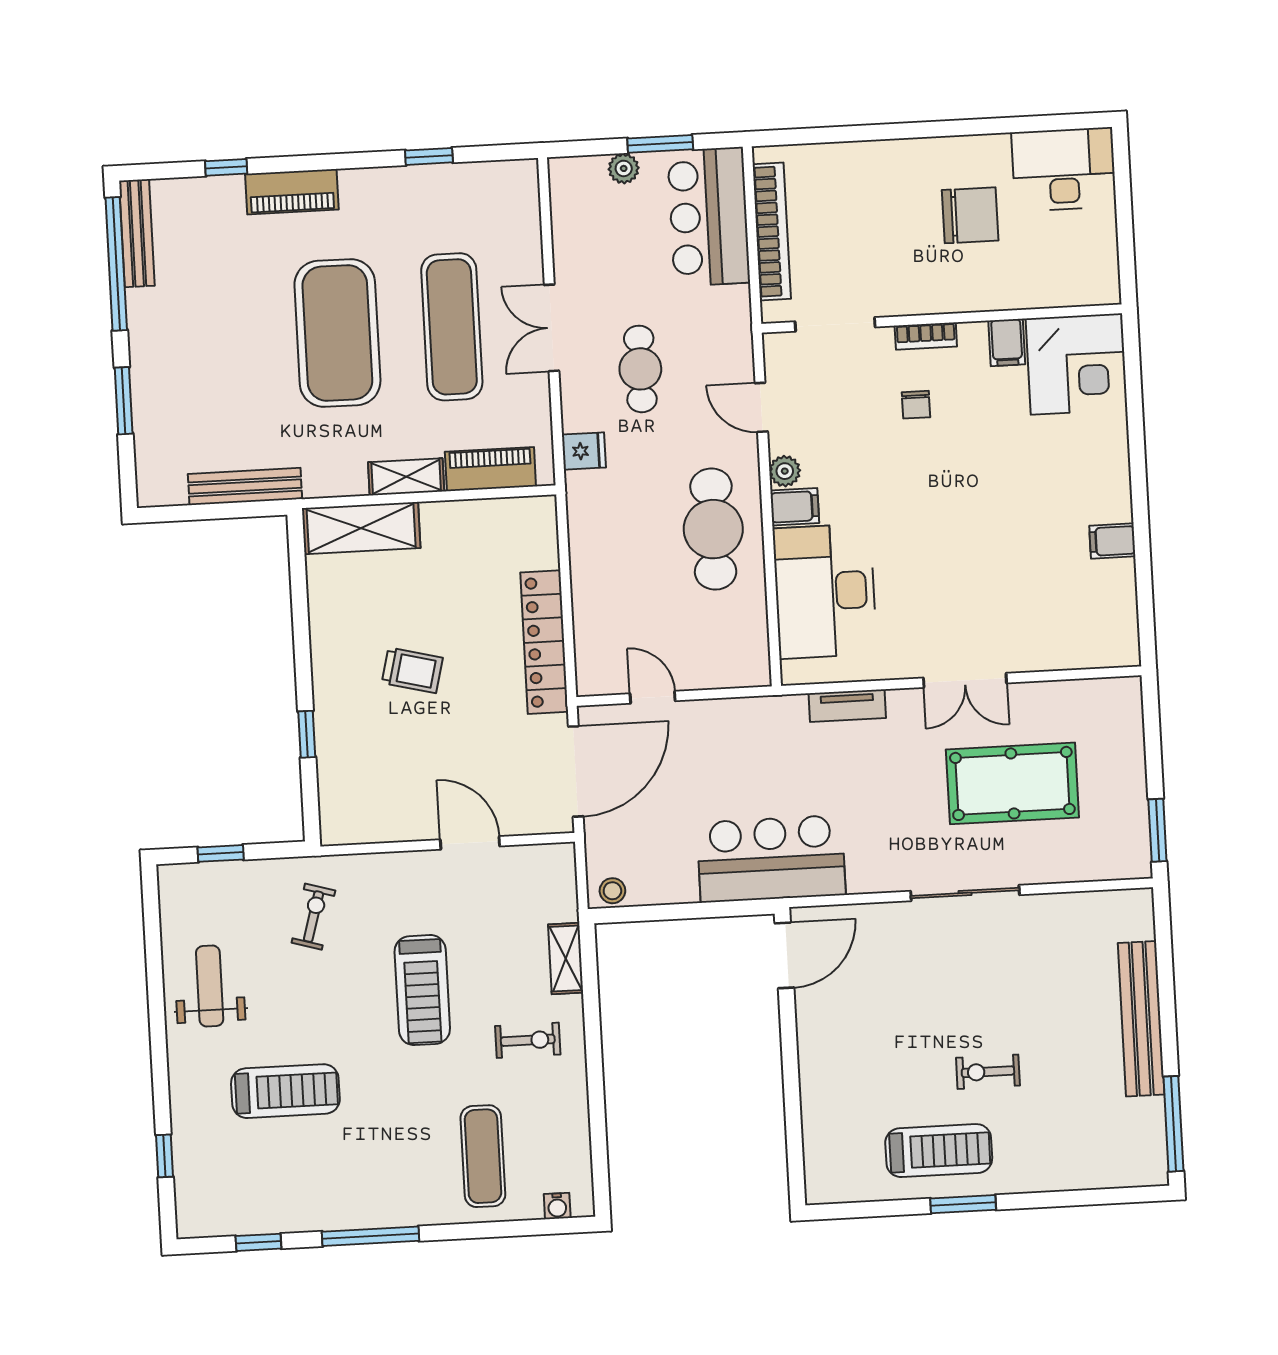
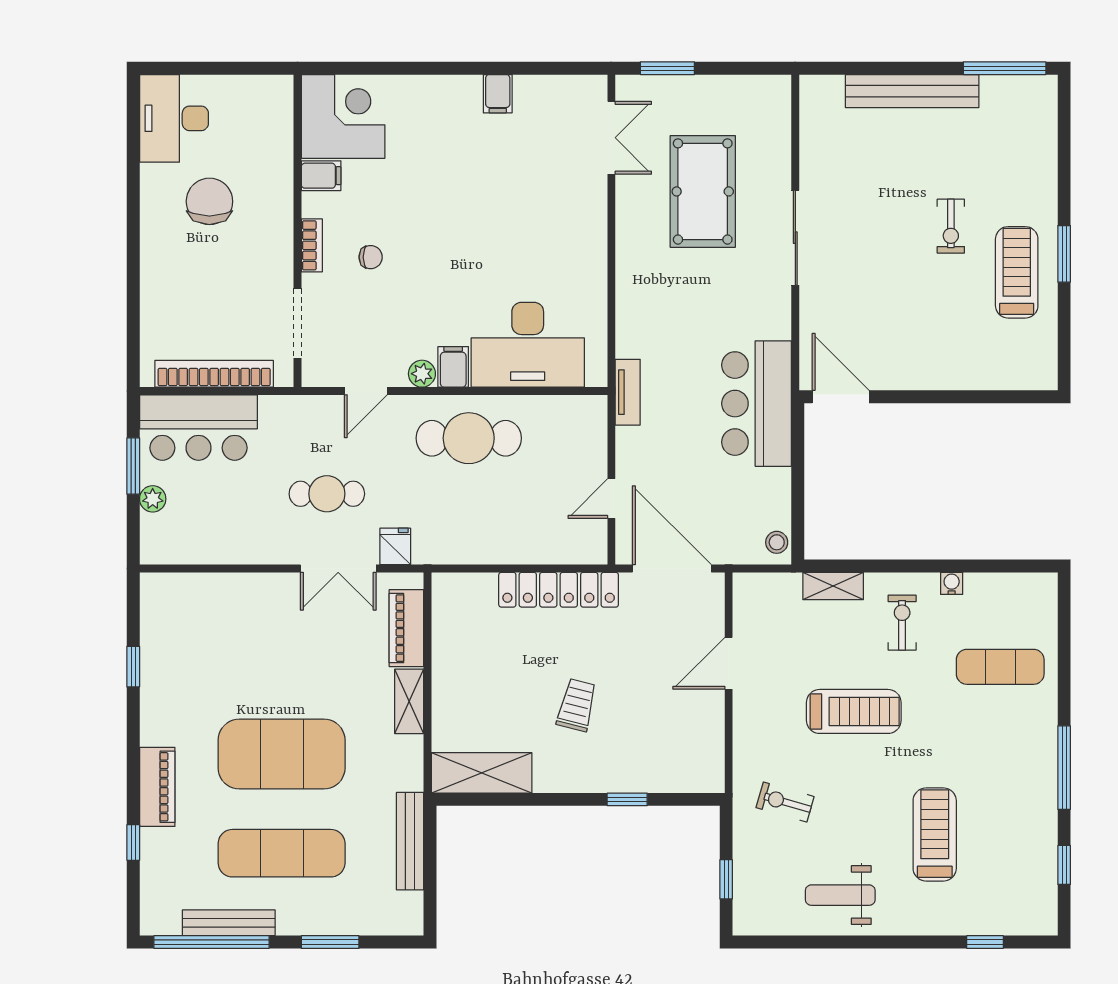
bench: (137, 233) -> (229, 923), moved
exercise mat: (452, 327) -> (282, 853), moved
double door: (552, 328) -> (338, 569), moved
shelving: (361, 528) -> (482, 773), moved, turned 90
double door: (965, 680) -> (611, 138), moved
tv unit: (847, 706) -> (628, 392), moved
window: (1157, 830) -> (667, 68), moved
water cooler: (557, 1206) -> (952, 583), moved, turned -90

